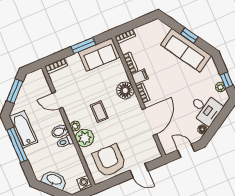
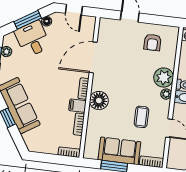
sofa: (99, 55) -> (119, 151), moved
coffee table: (99, 112) -> (141, 117), moved
window: (218, 122) -> (28, 20), added
armchair: (109, 161) -> (153, 42), width x0.53, depth x0.53

